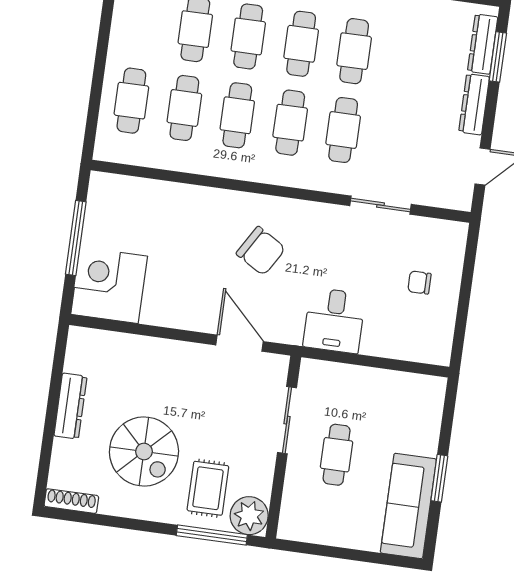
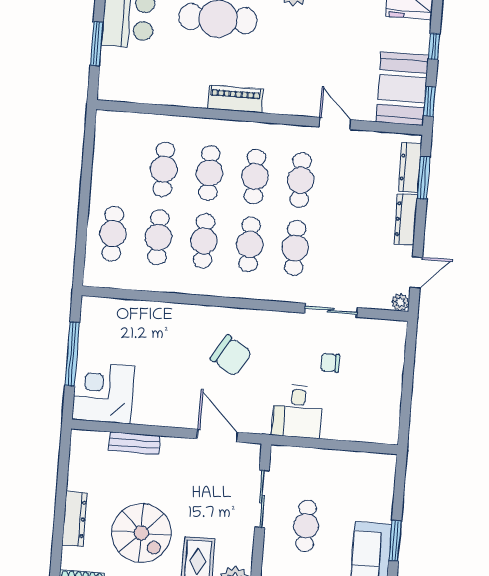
plant: (462, 200) -> (400, 302), added
chair: (419, 283) -> (330, 363), moved
bench: (142, 346) -> (134, 443), added
dresser: (70, 406) -> (75, 519), moved

